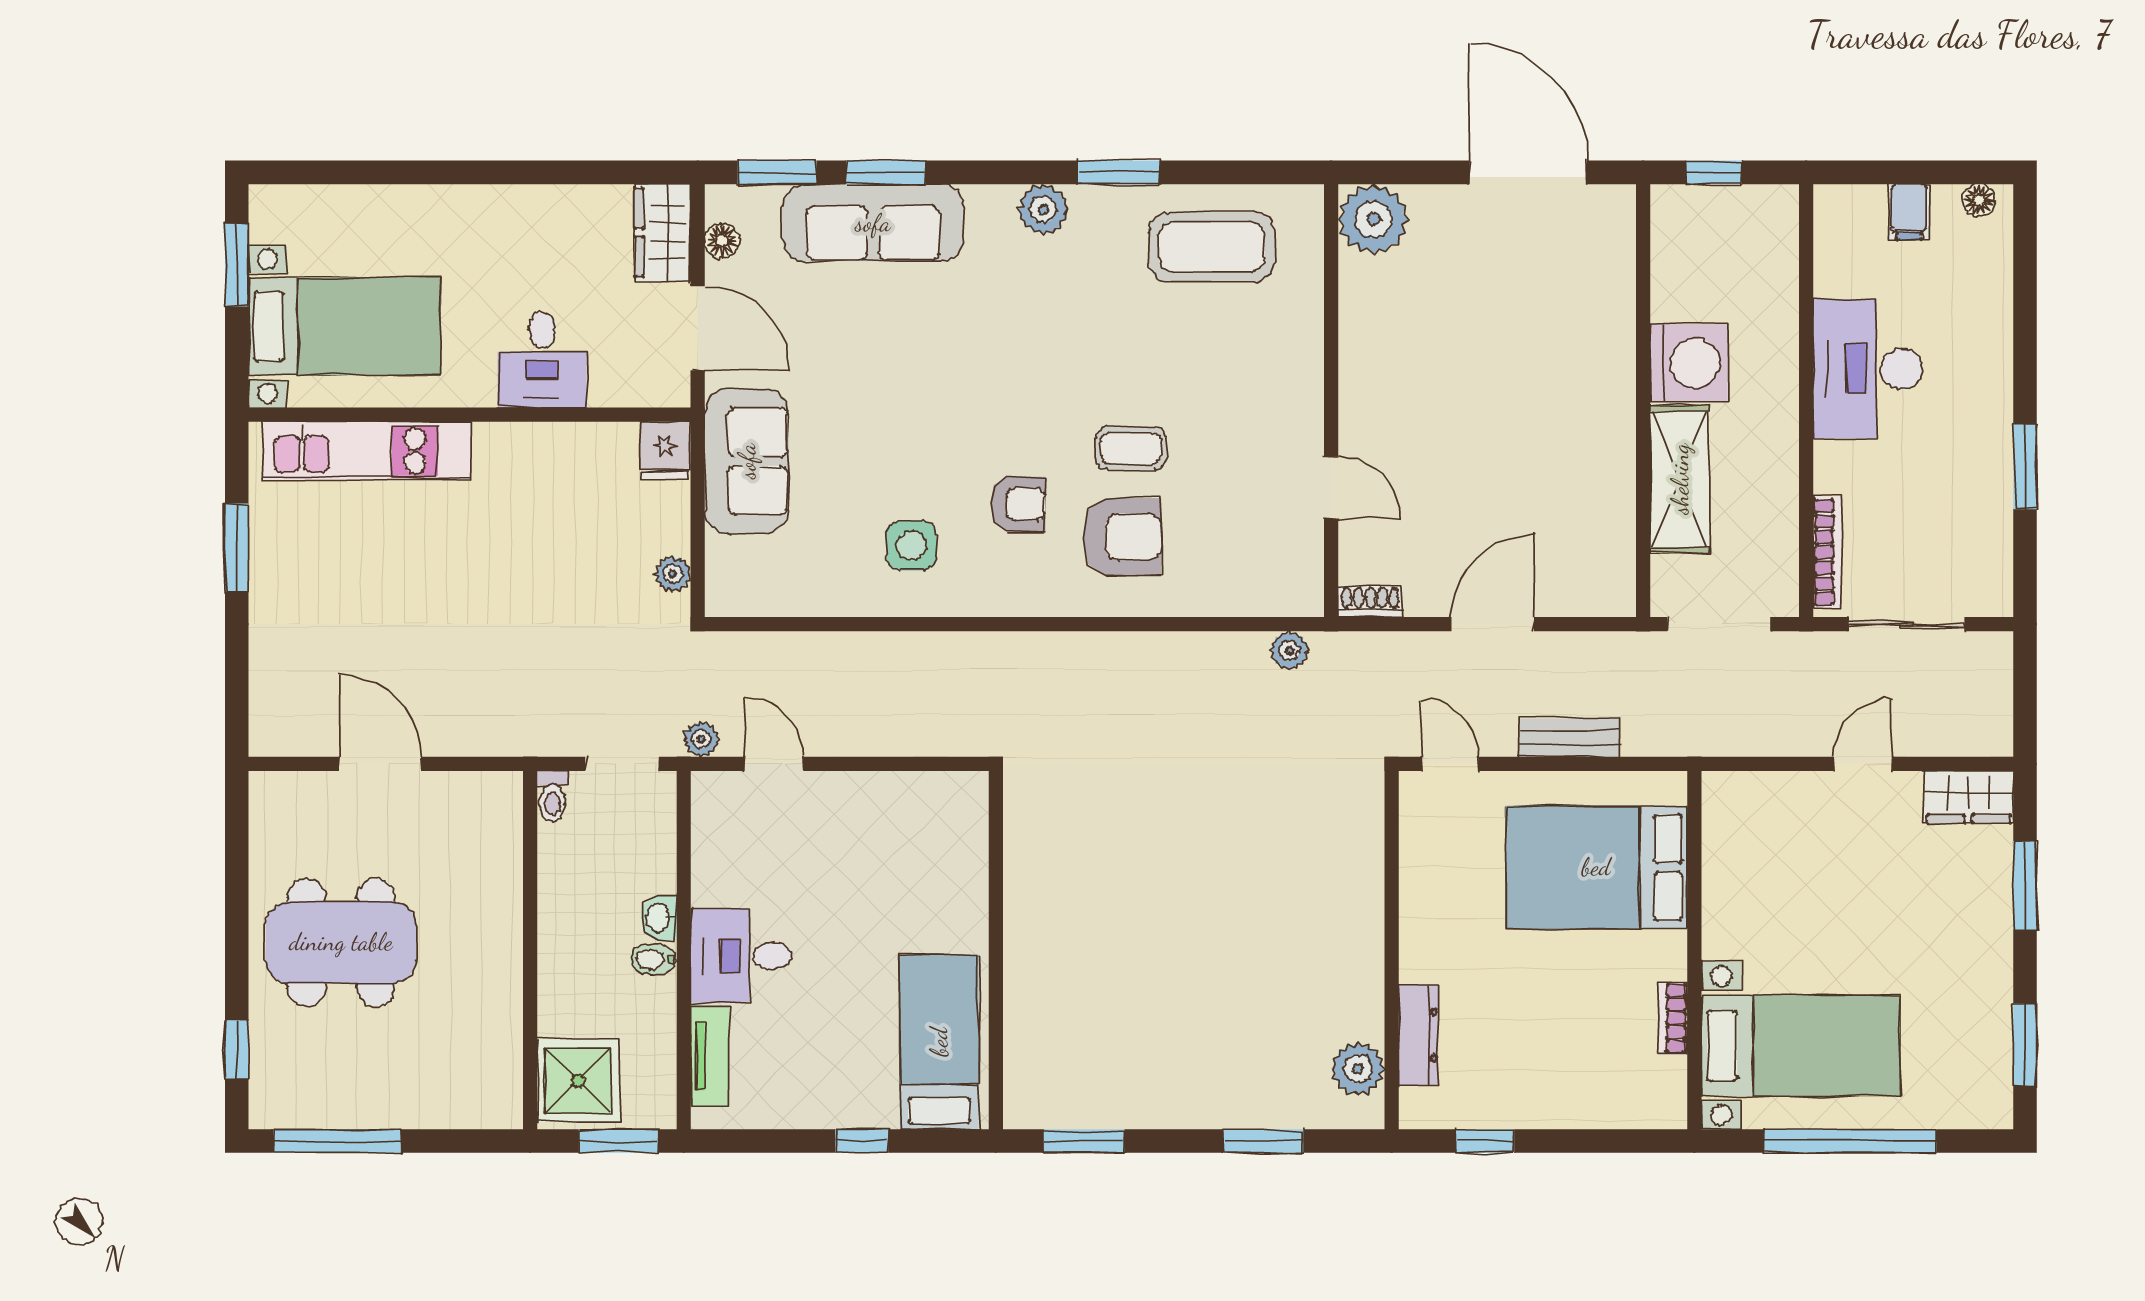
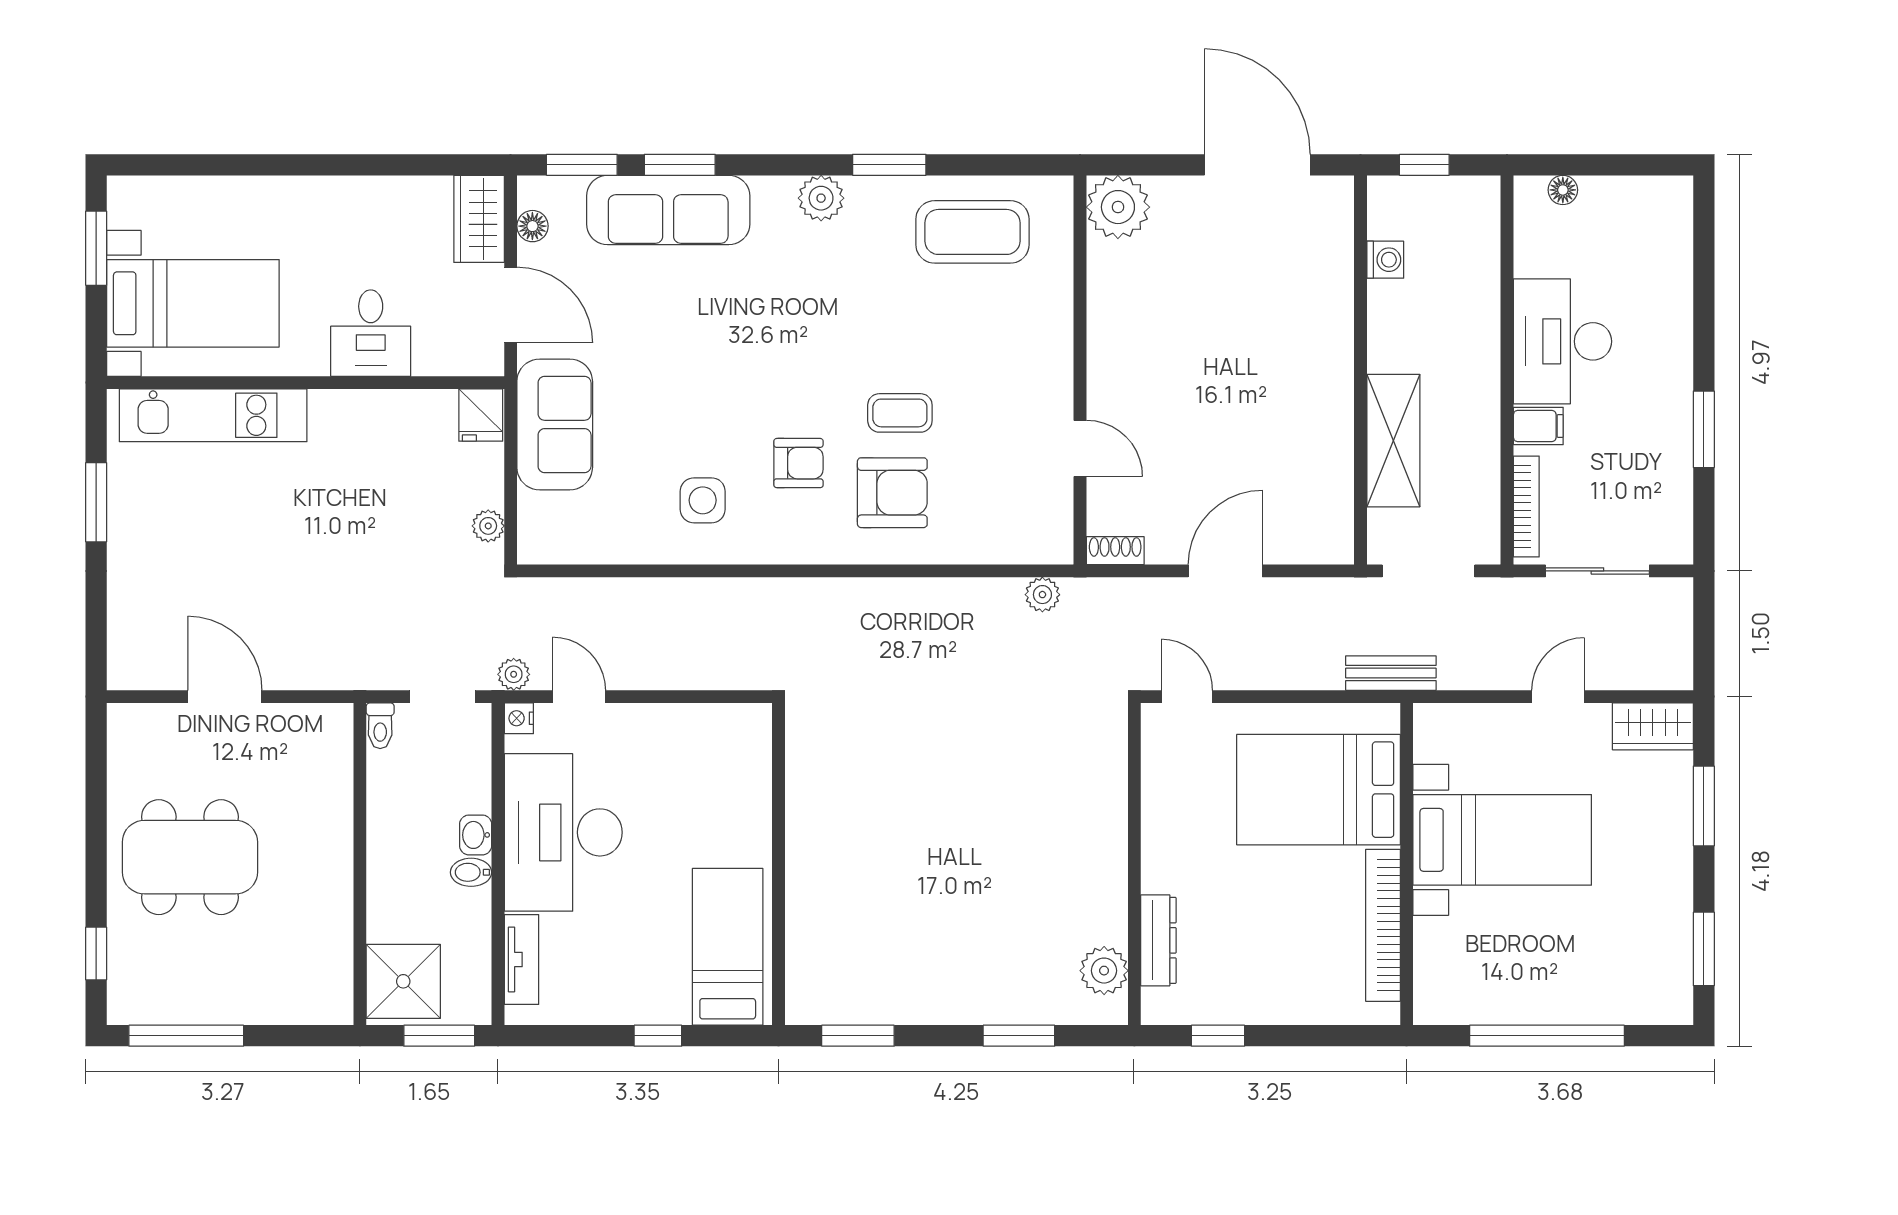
floor lamp: (1979, 200) -> (1563, 190), moved
filing cabinet: (1909, 212) -> (1538, 426), moved, turned -90
washing machine: (1689, 363) -> (1385, 260), moved, width x0.53, depth x0.53
bench: (1569, 738) -> (1391, 673), moved
nightstand: (707, 788) -> (519, 718), added
desk: (741, 956) -> (563, 832), width x1.87, depth x1.30
bookcase: (1673, 1018) -> (1383, 925), width x2.31, depth x1.31
bed with nightstands: (1801, 1045) -> (1502, 840), moved

